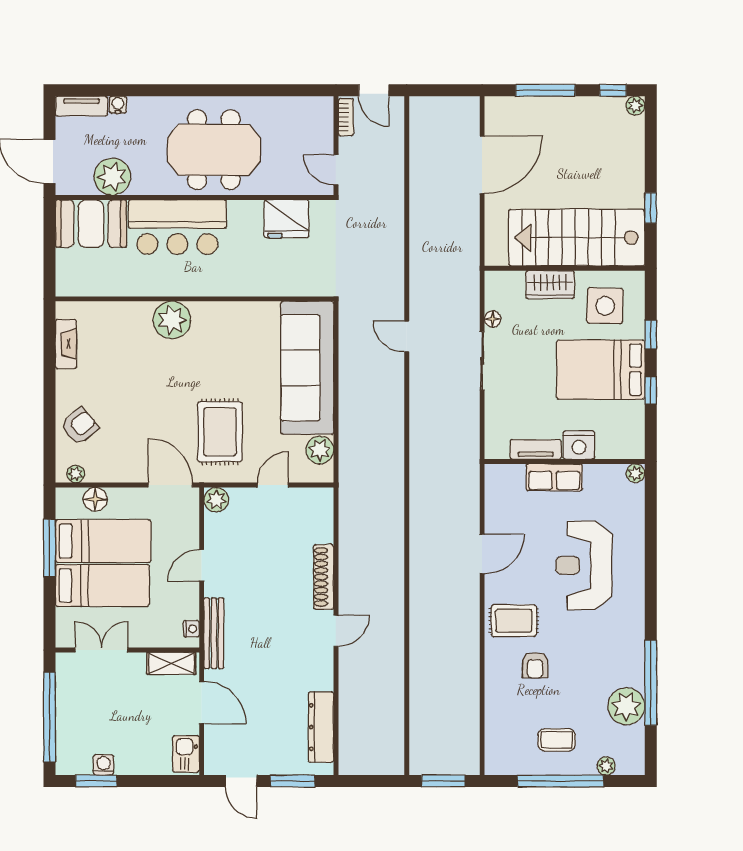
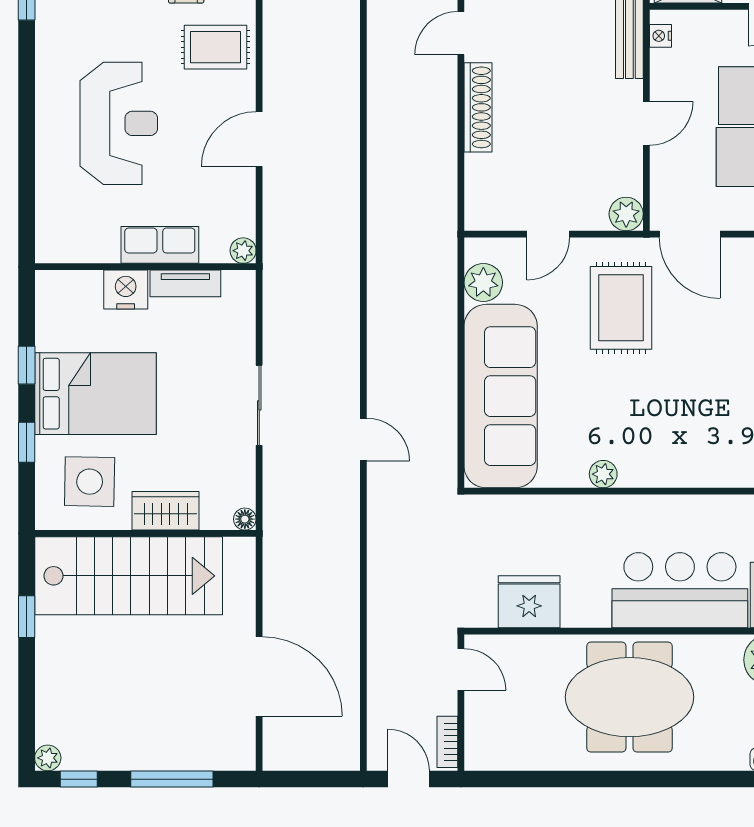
door: (482, 165) -> (259, 676), swing flipped
floor lamp: (493, 319) -> (245, 519), moved
plant: (172, 320) -> (603, 474), moved, width x0.53, depth x0.53
plant: (635, 473) -> (243, 251), moved

